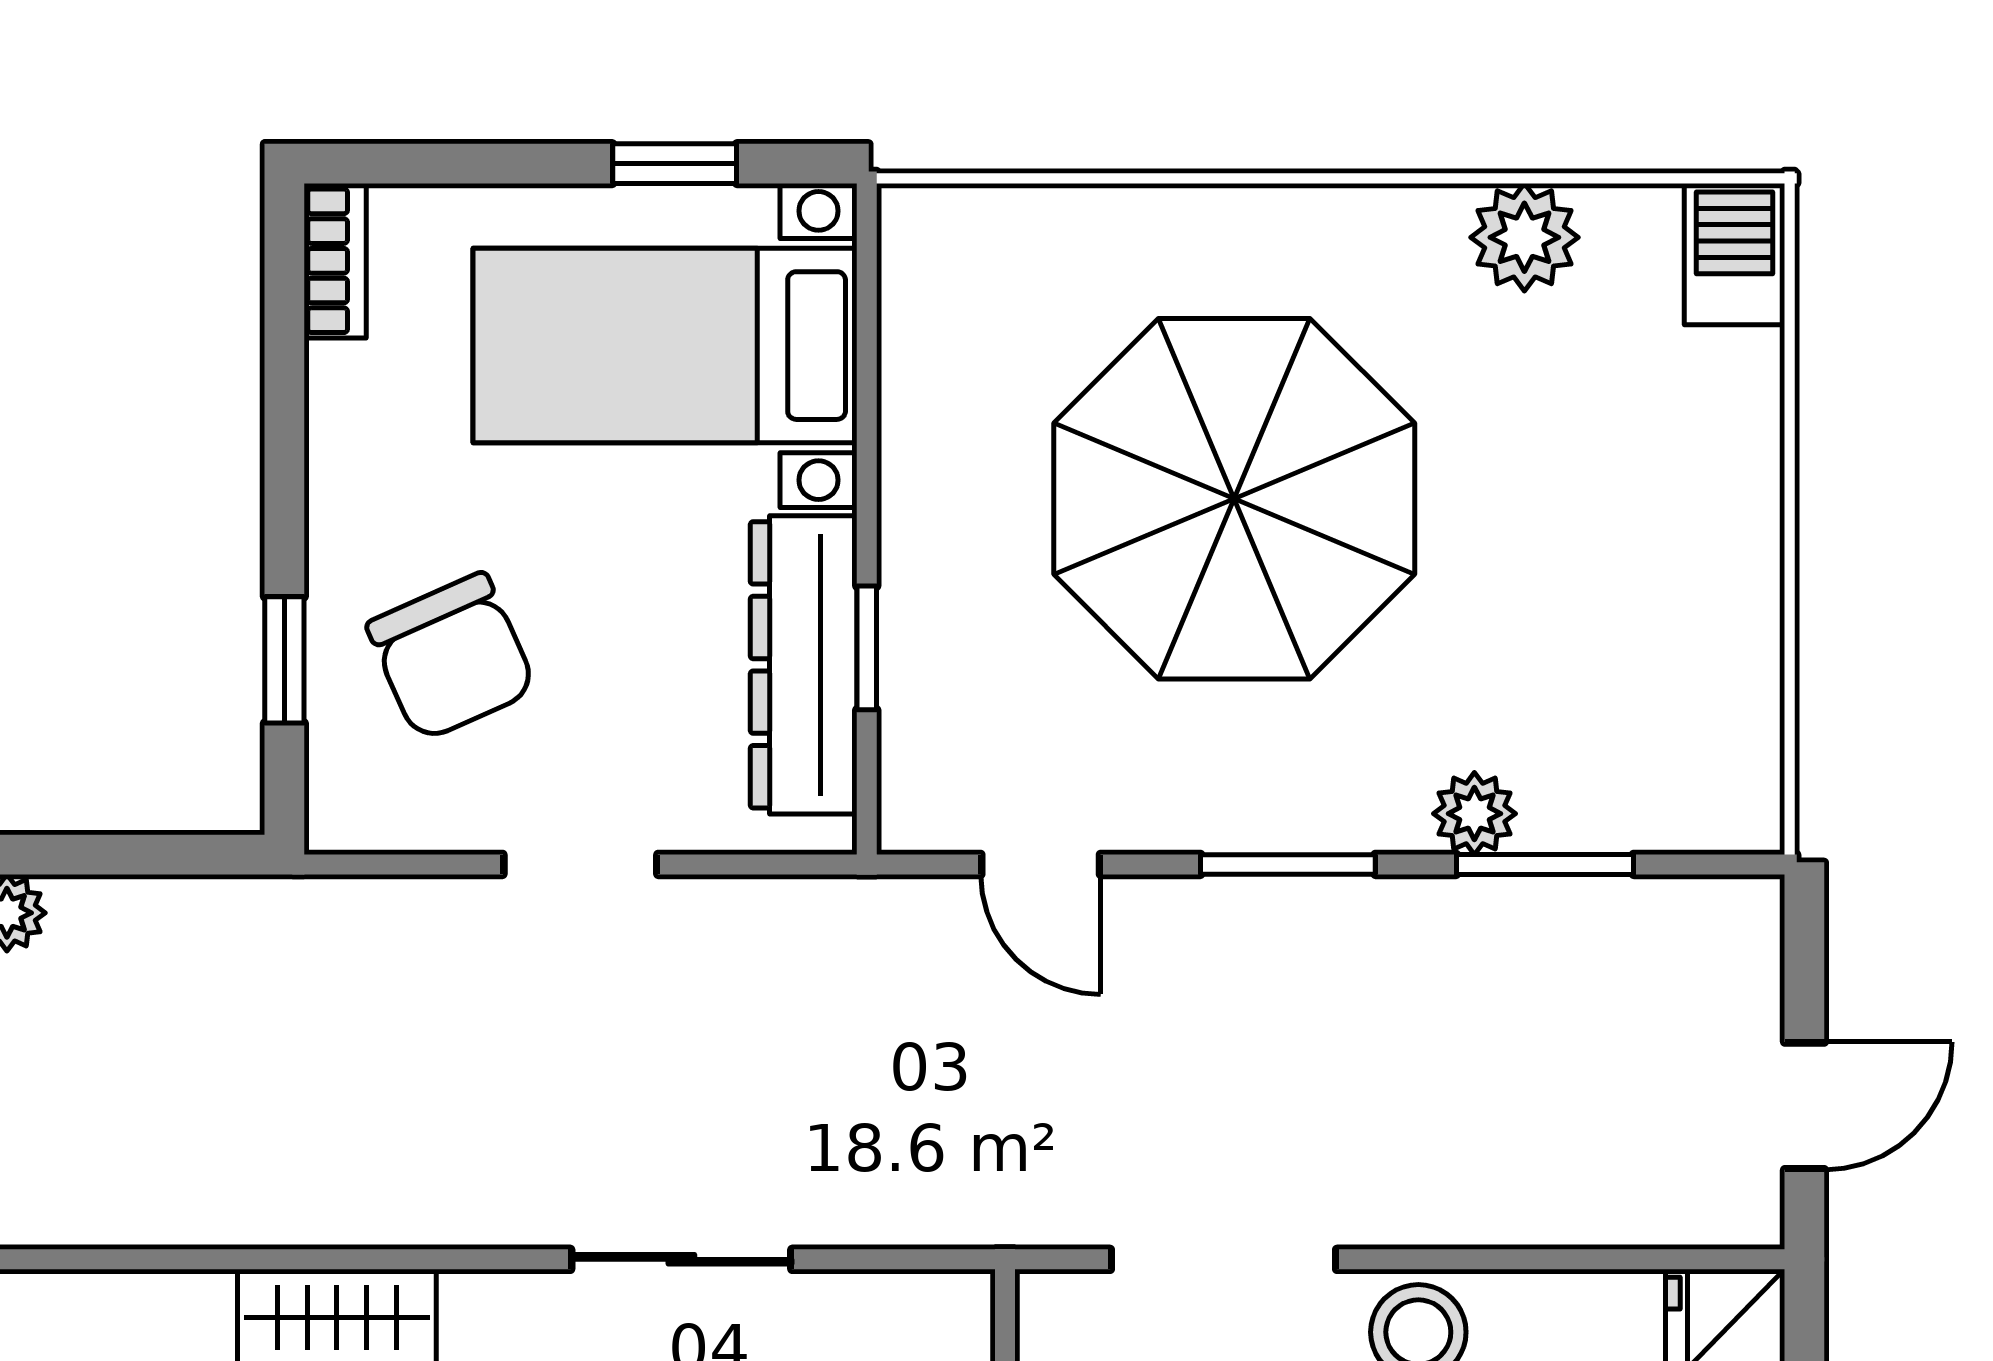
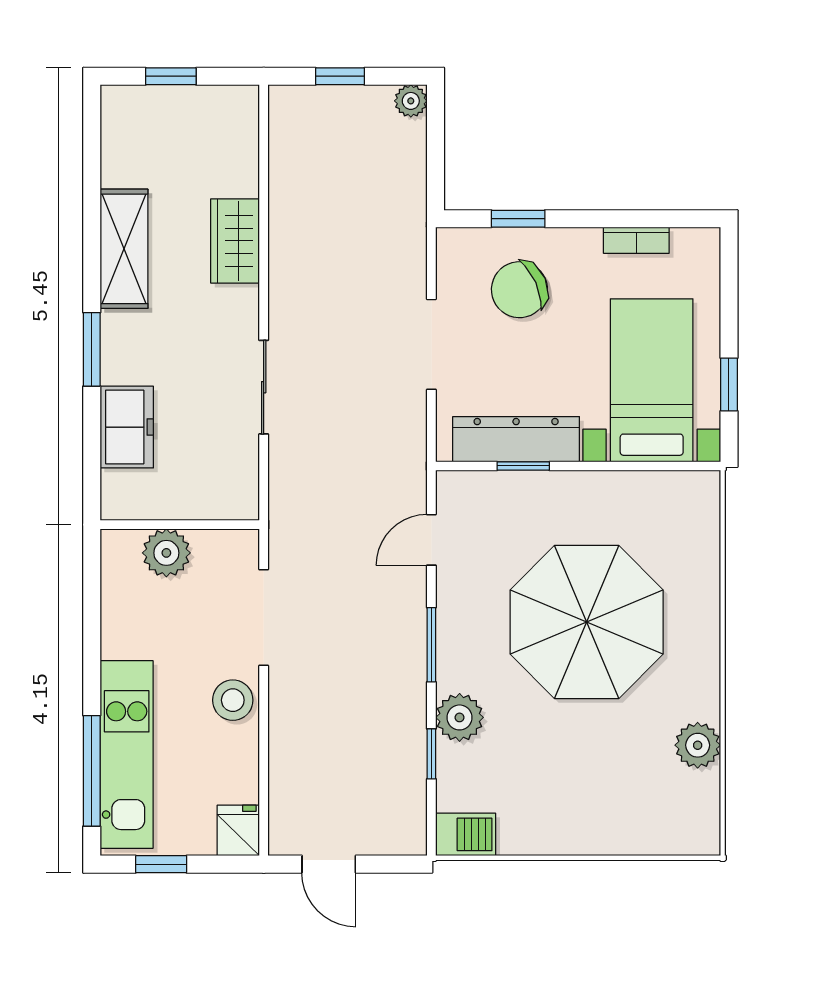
barbecue: (1735, 254) -> (466, 834), moved
bookcase: (335, 261) -> (636, 240), moved
plant: (1474, 814) -> (460, 717), width x1.38, depth x1.38
doorway: (580, 864) -> (431, 344), width x1.38
window: (1545, 864) -> (431, 754), width x0.67

